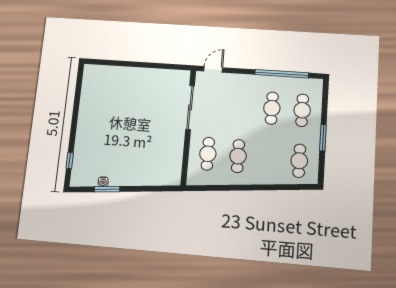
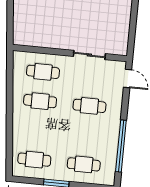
sliding door: (190, 108) -> (89, 55), width x0.73
cafe table: (272, 108) -> (89, 106), moved

